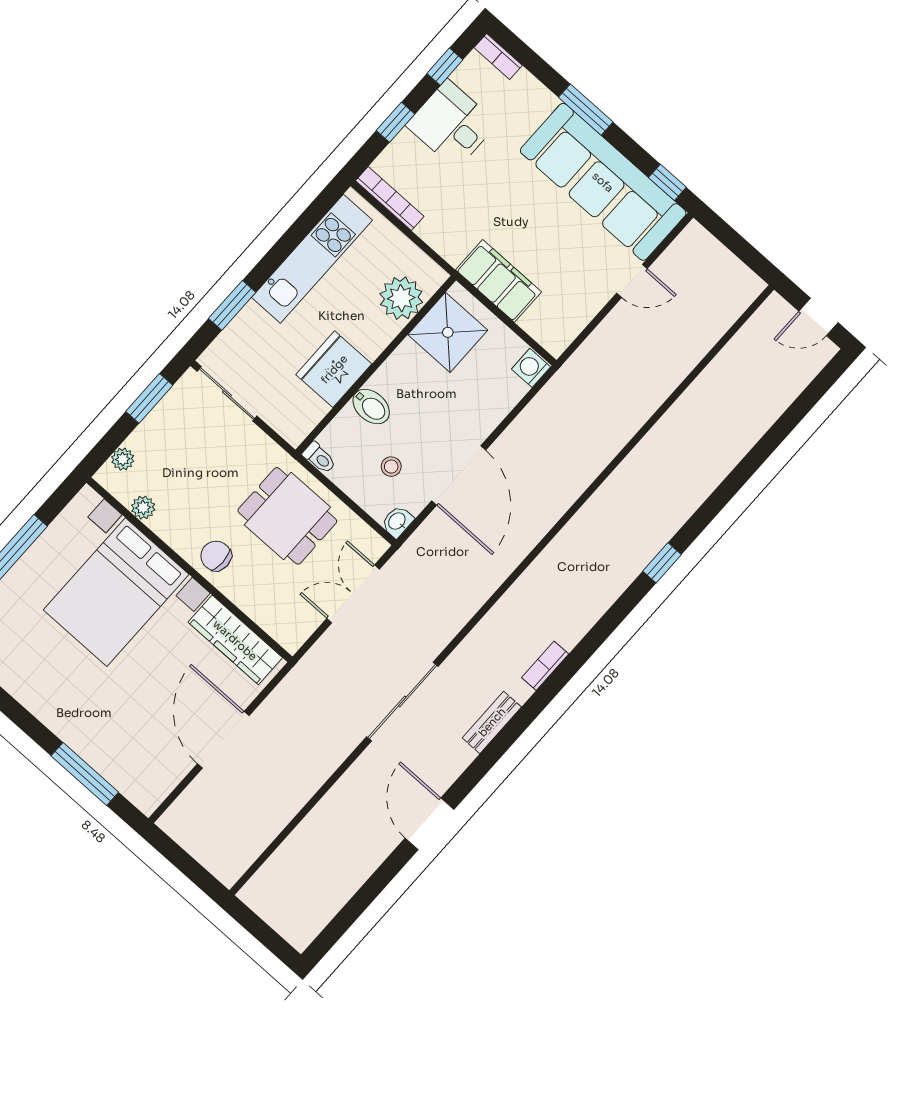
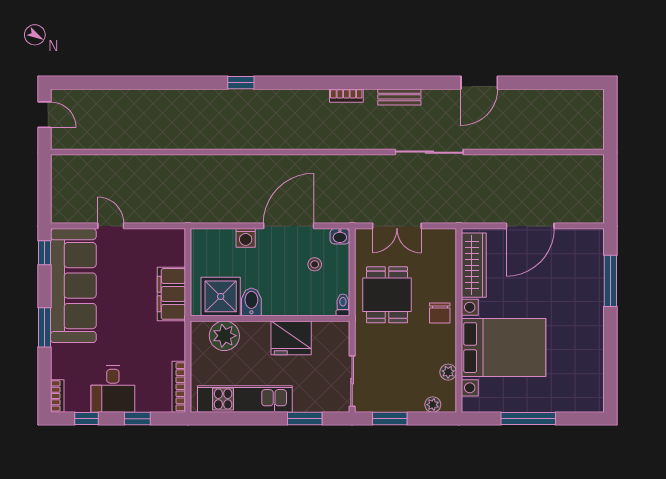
washing machine: (531, 368) -> (246, 238), moved
bidet: (371, 407) -> (251, 302), moved

